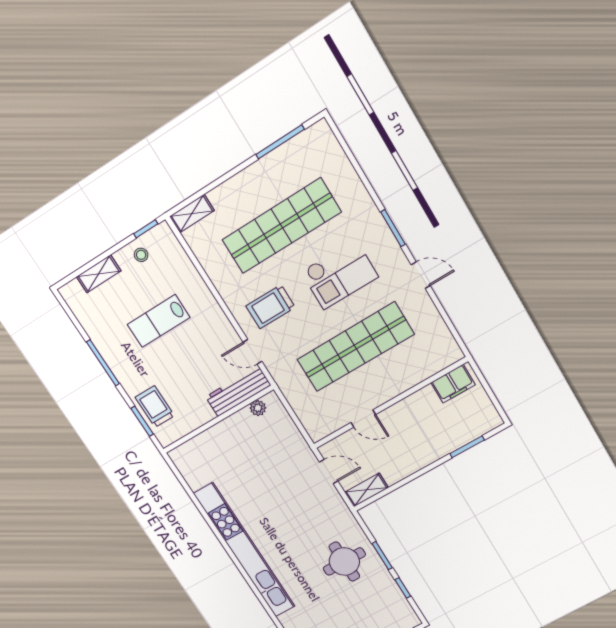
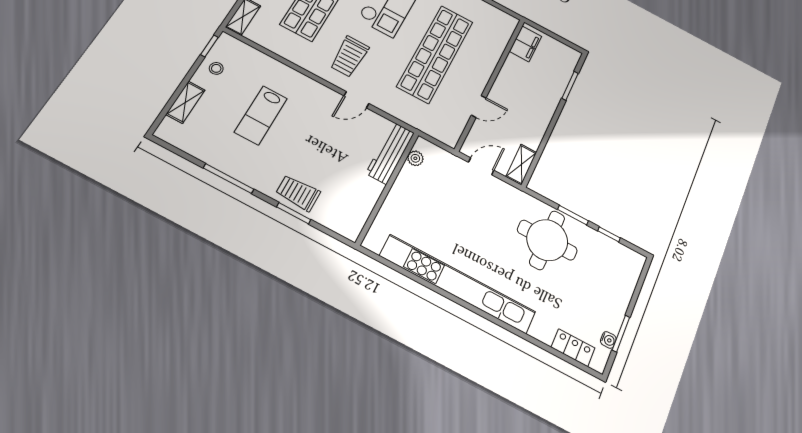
workbench: (238, 391) -> (390, 153), moved
plant: (258, 408) -> (415, 158), moved
wall: (218, 419) -> (388, 188), moved
round table: (344, 561) -> (547, 240), width x1.36, depth x1.36

